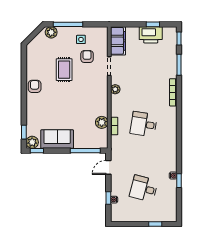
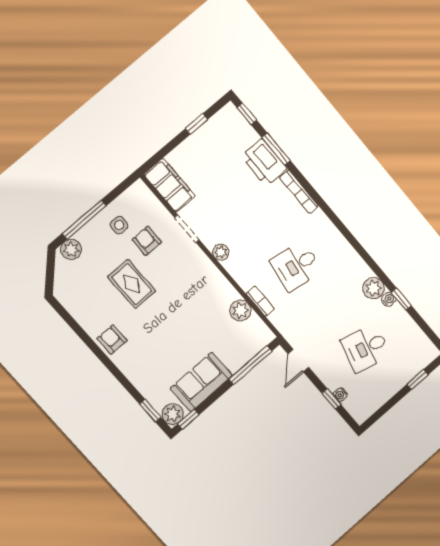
printer: (151, 35) -> (264, 162), moved, turned 90
plant: (170, 165) -> (374, 288), added

